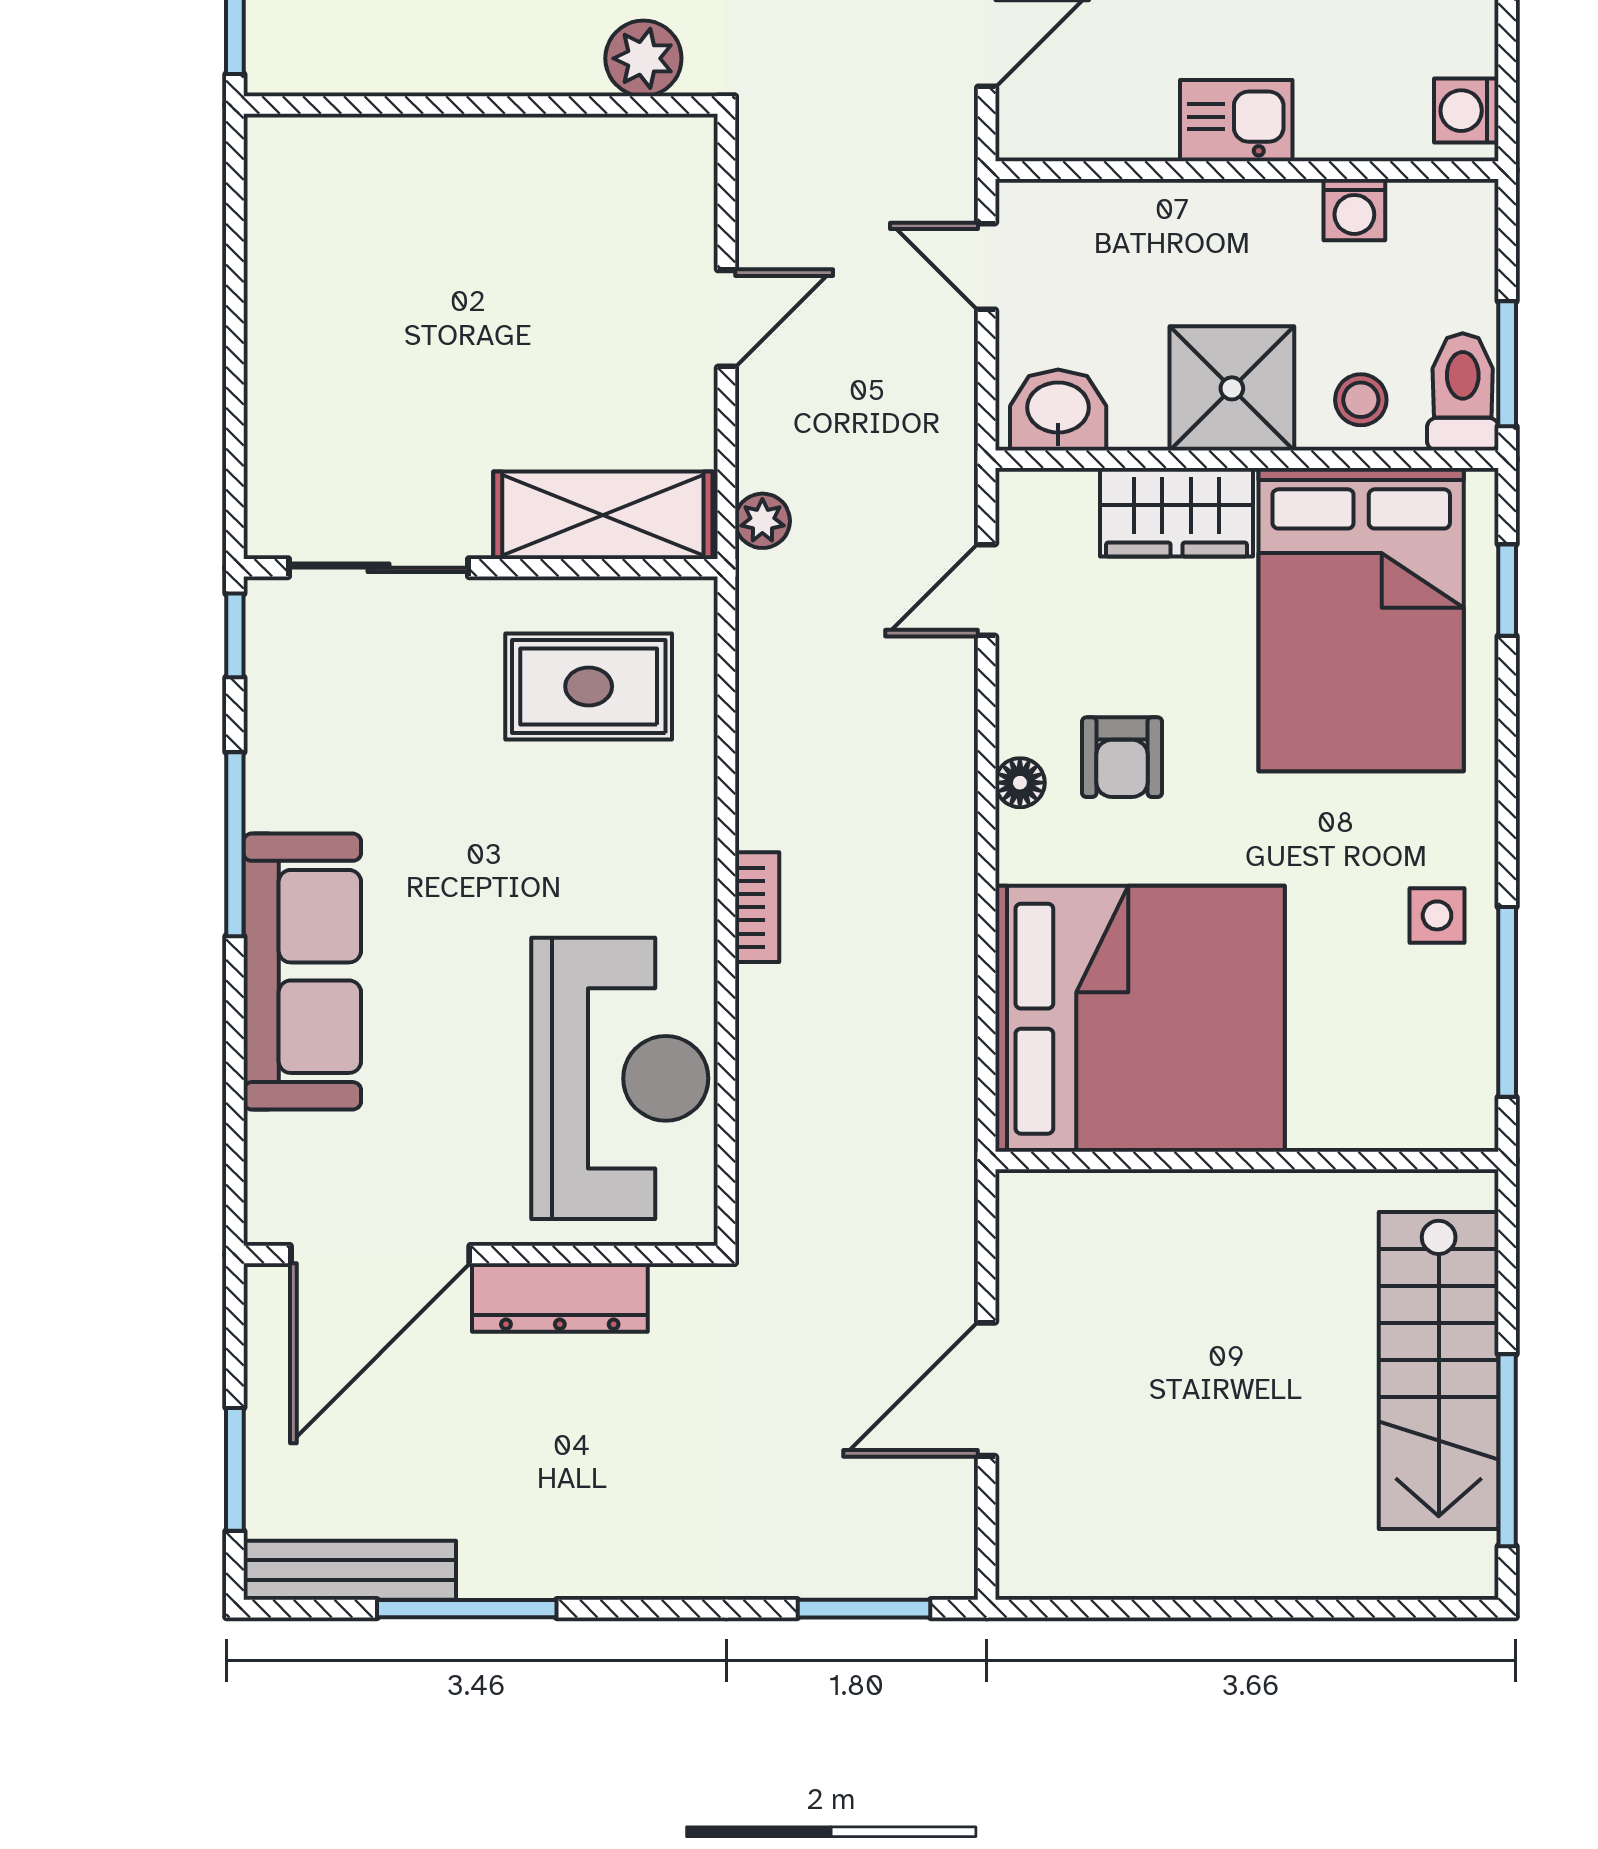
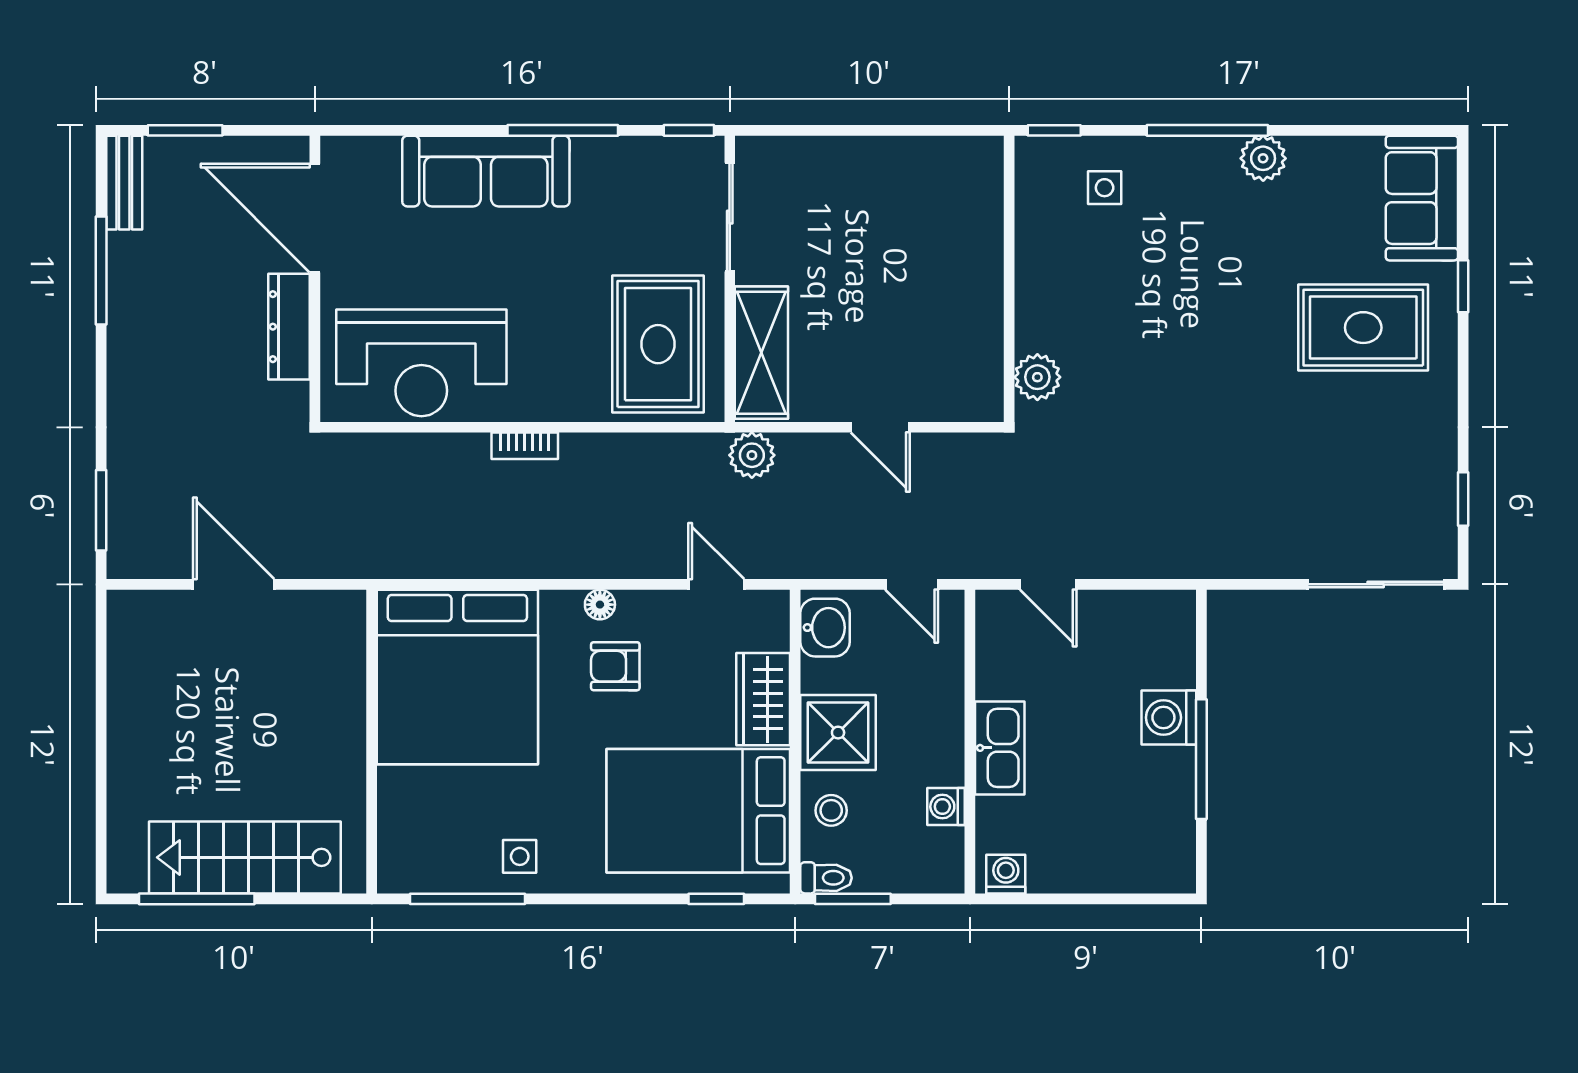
kitchen sink: (1236, 121) -> (1000, 748), width x1.38
door: (987, 266) -> (912, 584), swing flipped
toilet: (1463, 392) -> (826, 878), width x0.73, depth x0.72
plant: (762, 521) -> (752, 455), width x1.38, depth x1.38
rug: (589, 686) -> (658, 344), width x1.36, depth x1.43
bench: (350, 1570) -> (124, 183), width x0.73

